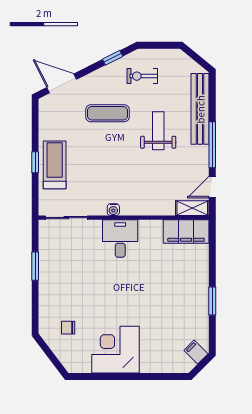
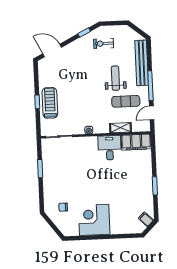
exercise mat: (107, 113) -> (126, 101), moved
shelving: (192, 208) -> (120, 128), moved
desk: (120, 238) -> (110, 148), moved

